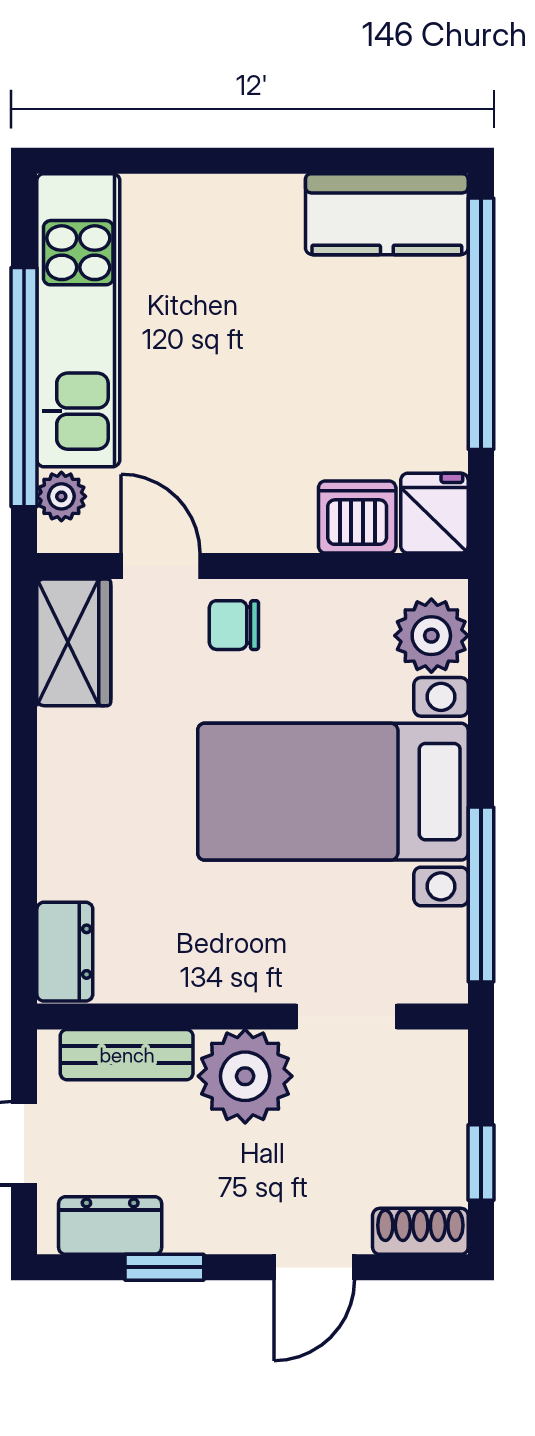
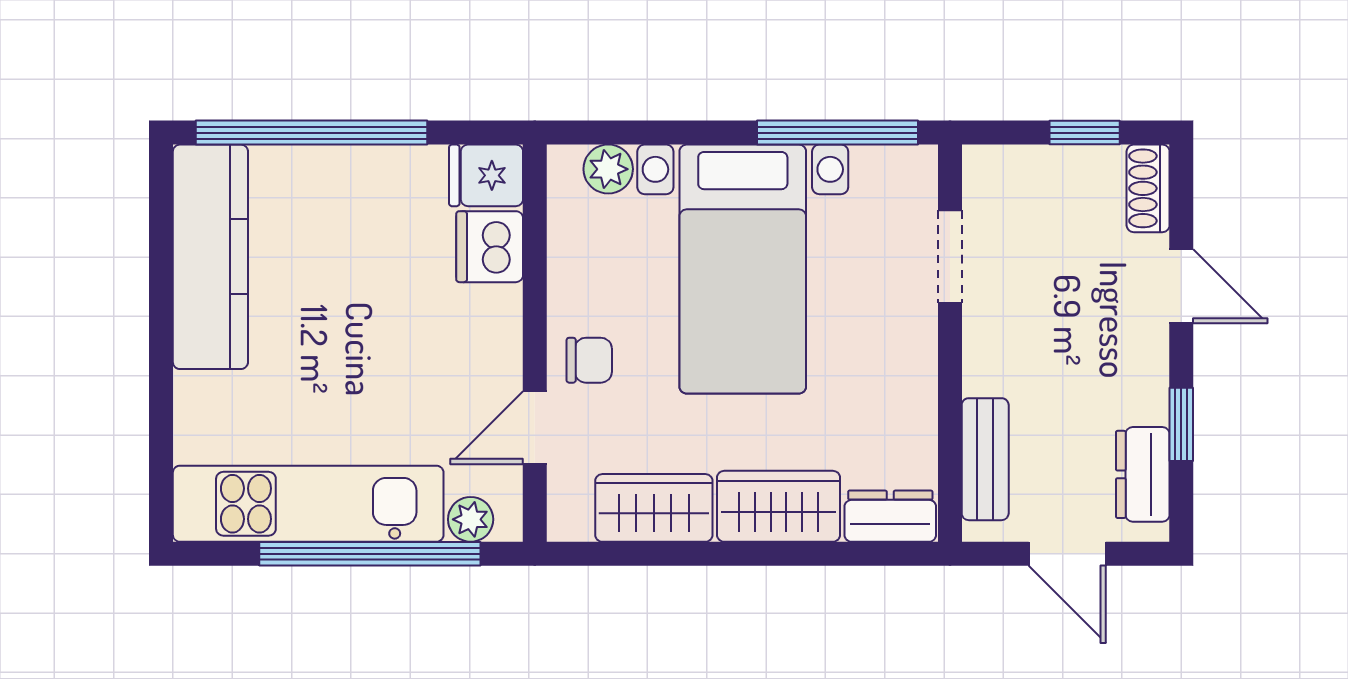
kitchen counter: (387, 214) -> (210, 257), width x1.50
chair: (234, 625) -> (589, 360), turned -90
plant: (431, 636) -> (608, 169), width x0.73, depth x0.73
wardrobe: (74, 642) -> (654, 508), moved
wardrobe: (76, 830) -> (779, 506), added
plant: (245, 1076) -> (1005, 350), removed

